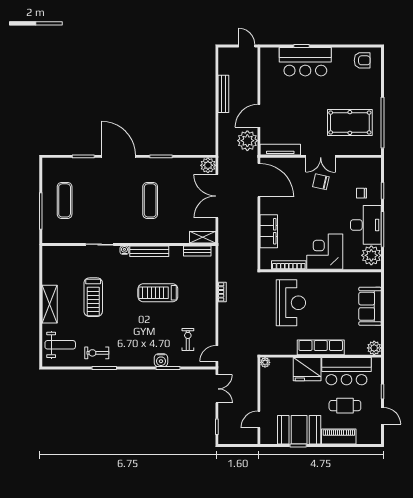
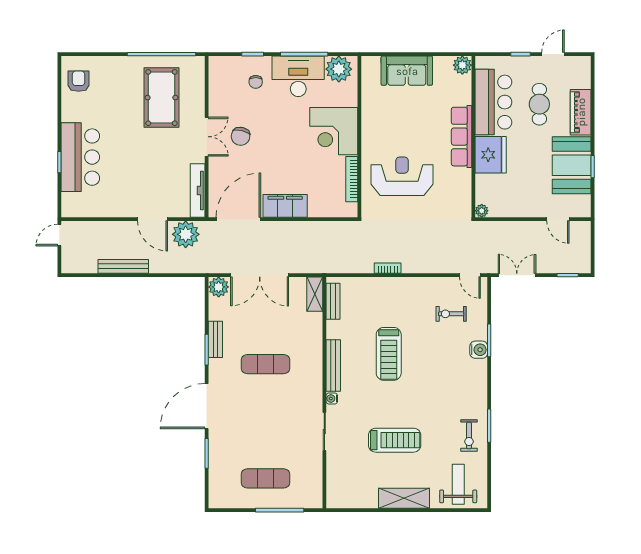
bench: (169, 163) -> (215, 339), added
filing cabinet: (269, 231) -> (285, 206), moved

